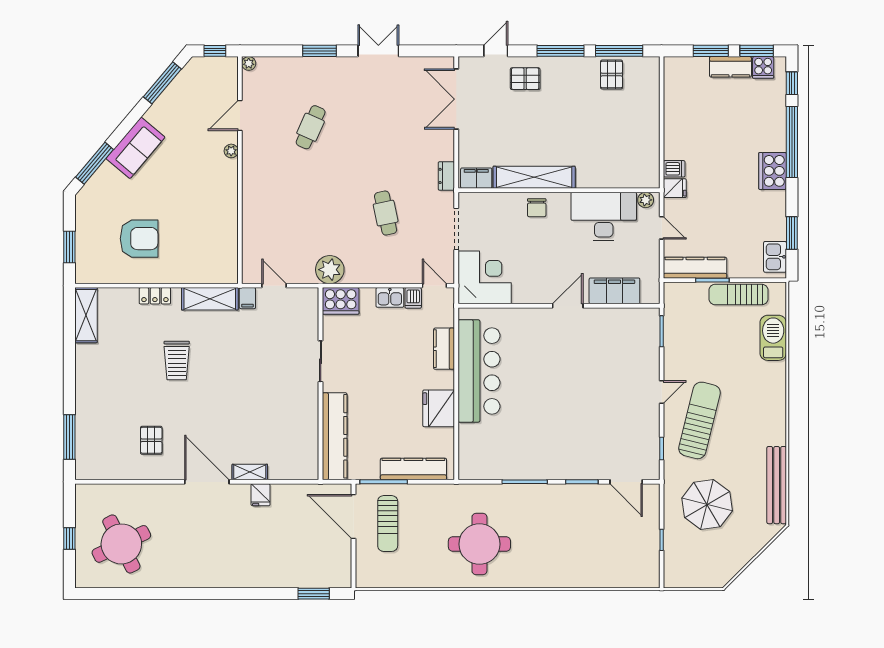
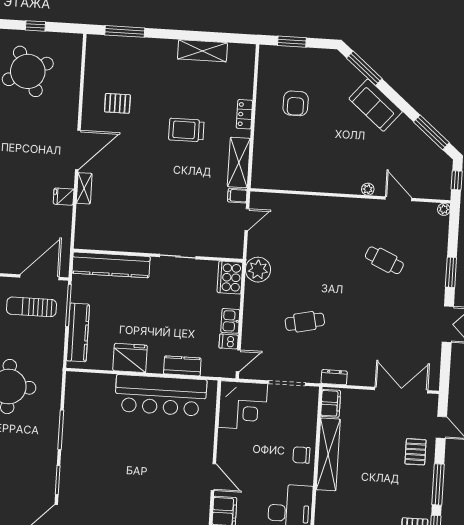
armchair: (139, 239) -> (296, 103), width x0.73, depth x0.73
shelving: (86, 315) -> (202, 51), moved

